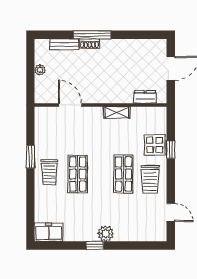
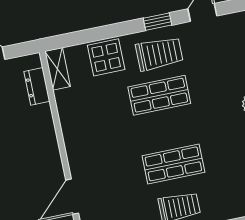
shelving: (117, 112) -> (58, 69), moved
window: (171, 150) -> (157, 22), moved

